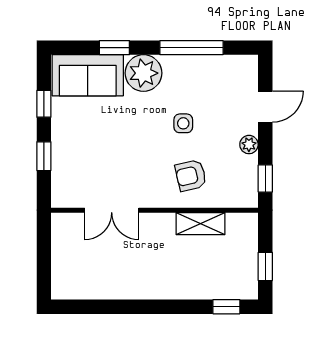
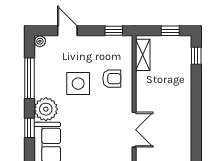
side table: (183, 123) -> (78, 84), width x1.87, depth x1.87
plant: (249, 145) -> (40, 41), moved
armchair: (191, 175) -> (112, 79), turned -77
shelving: (200, 224) -> (143, 55), moved

